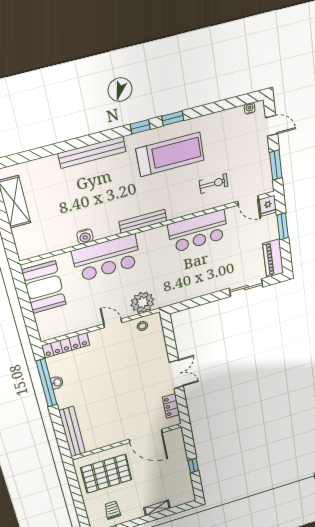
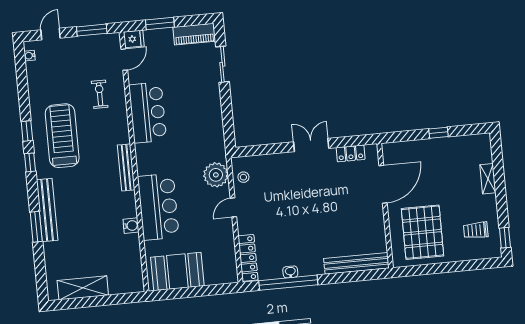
window: (73, 144) -> (36, 227), added

